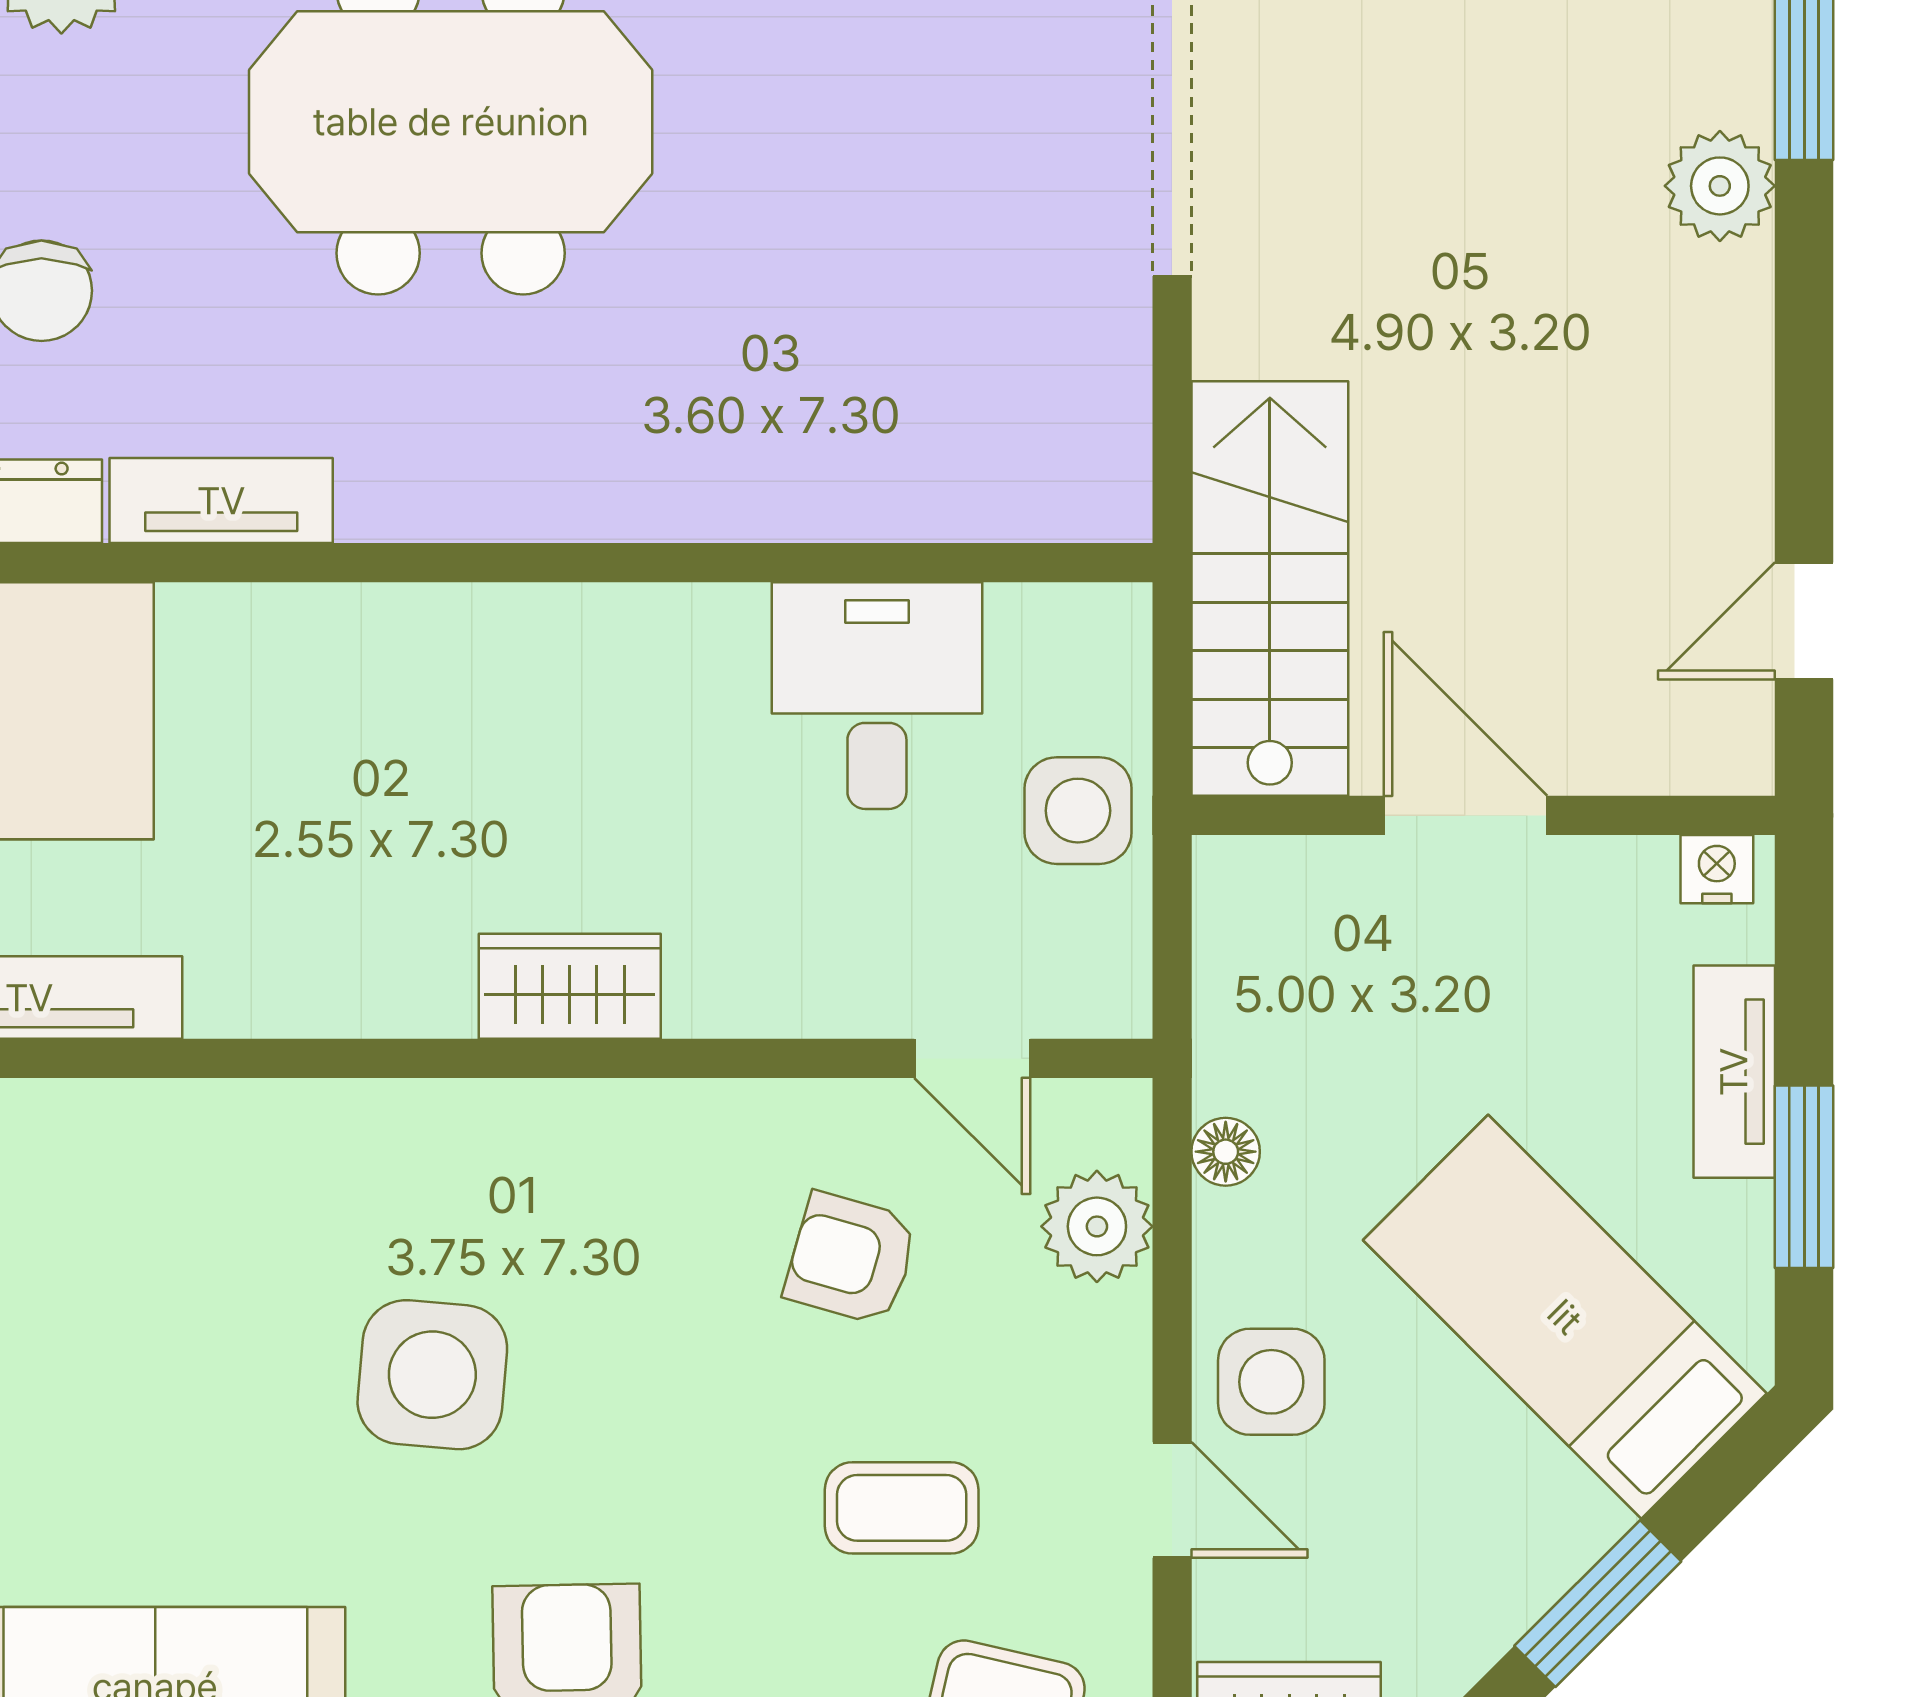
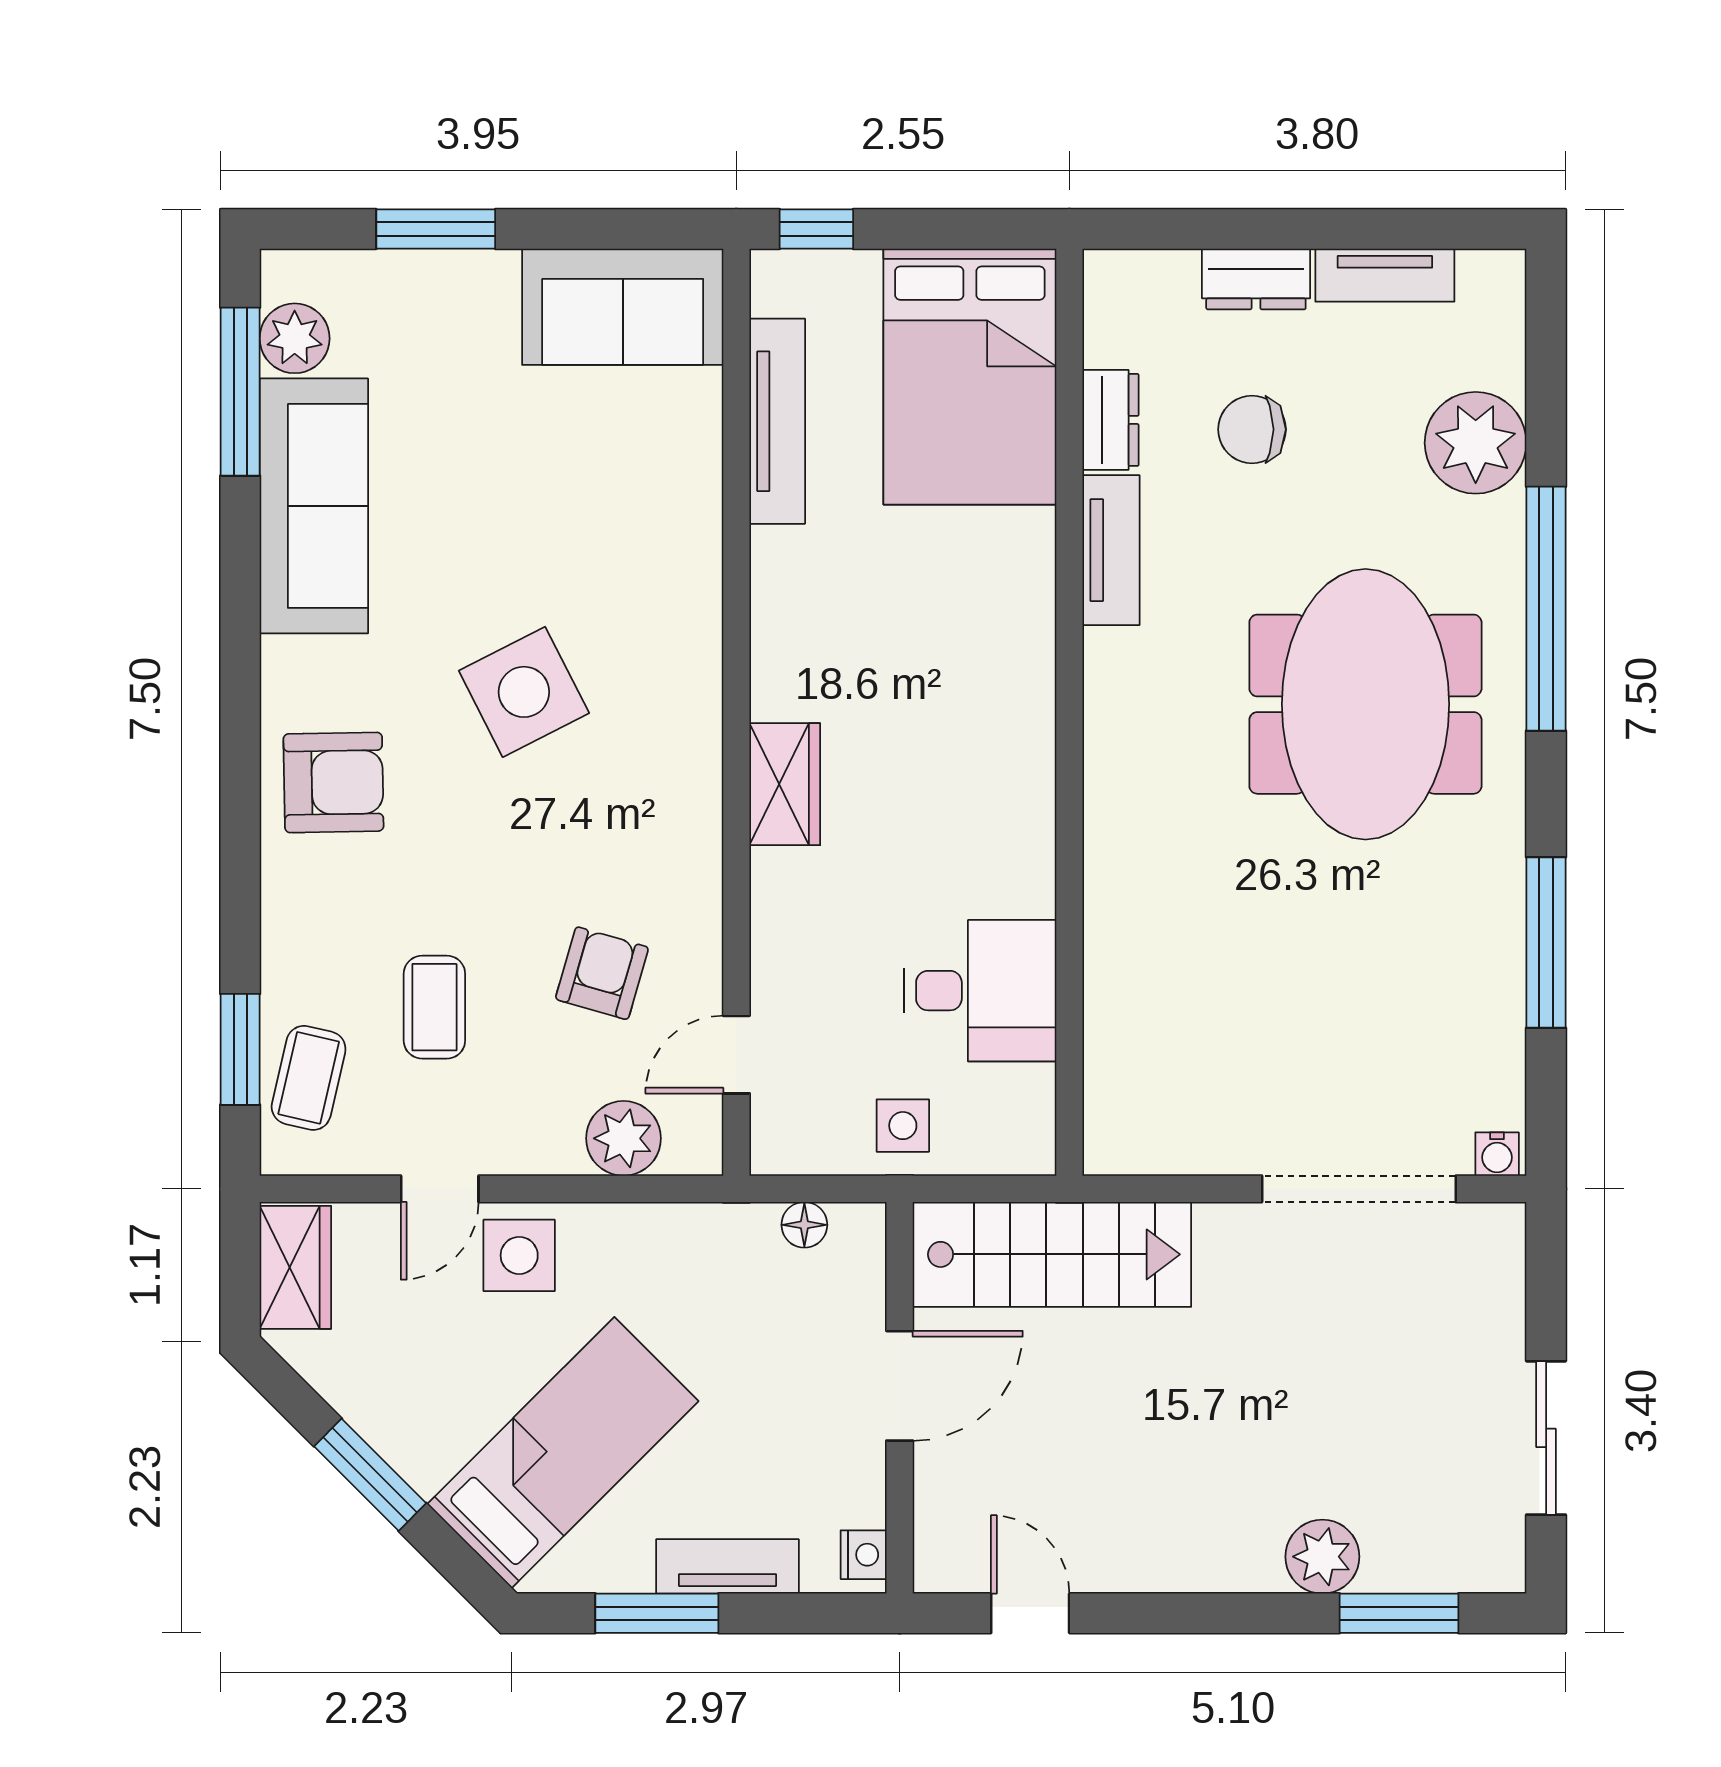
side table: (1078, 811) -> (903, 1126), width x0.73, depth x0.73
floor lamp: (1226, 1152) -> (804, 1225), moved
side table: (432, 1375) -> (524, 692), turned -32

